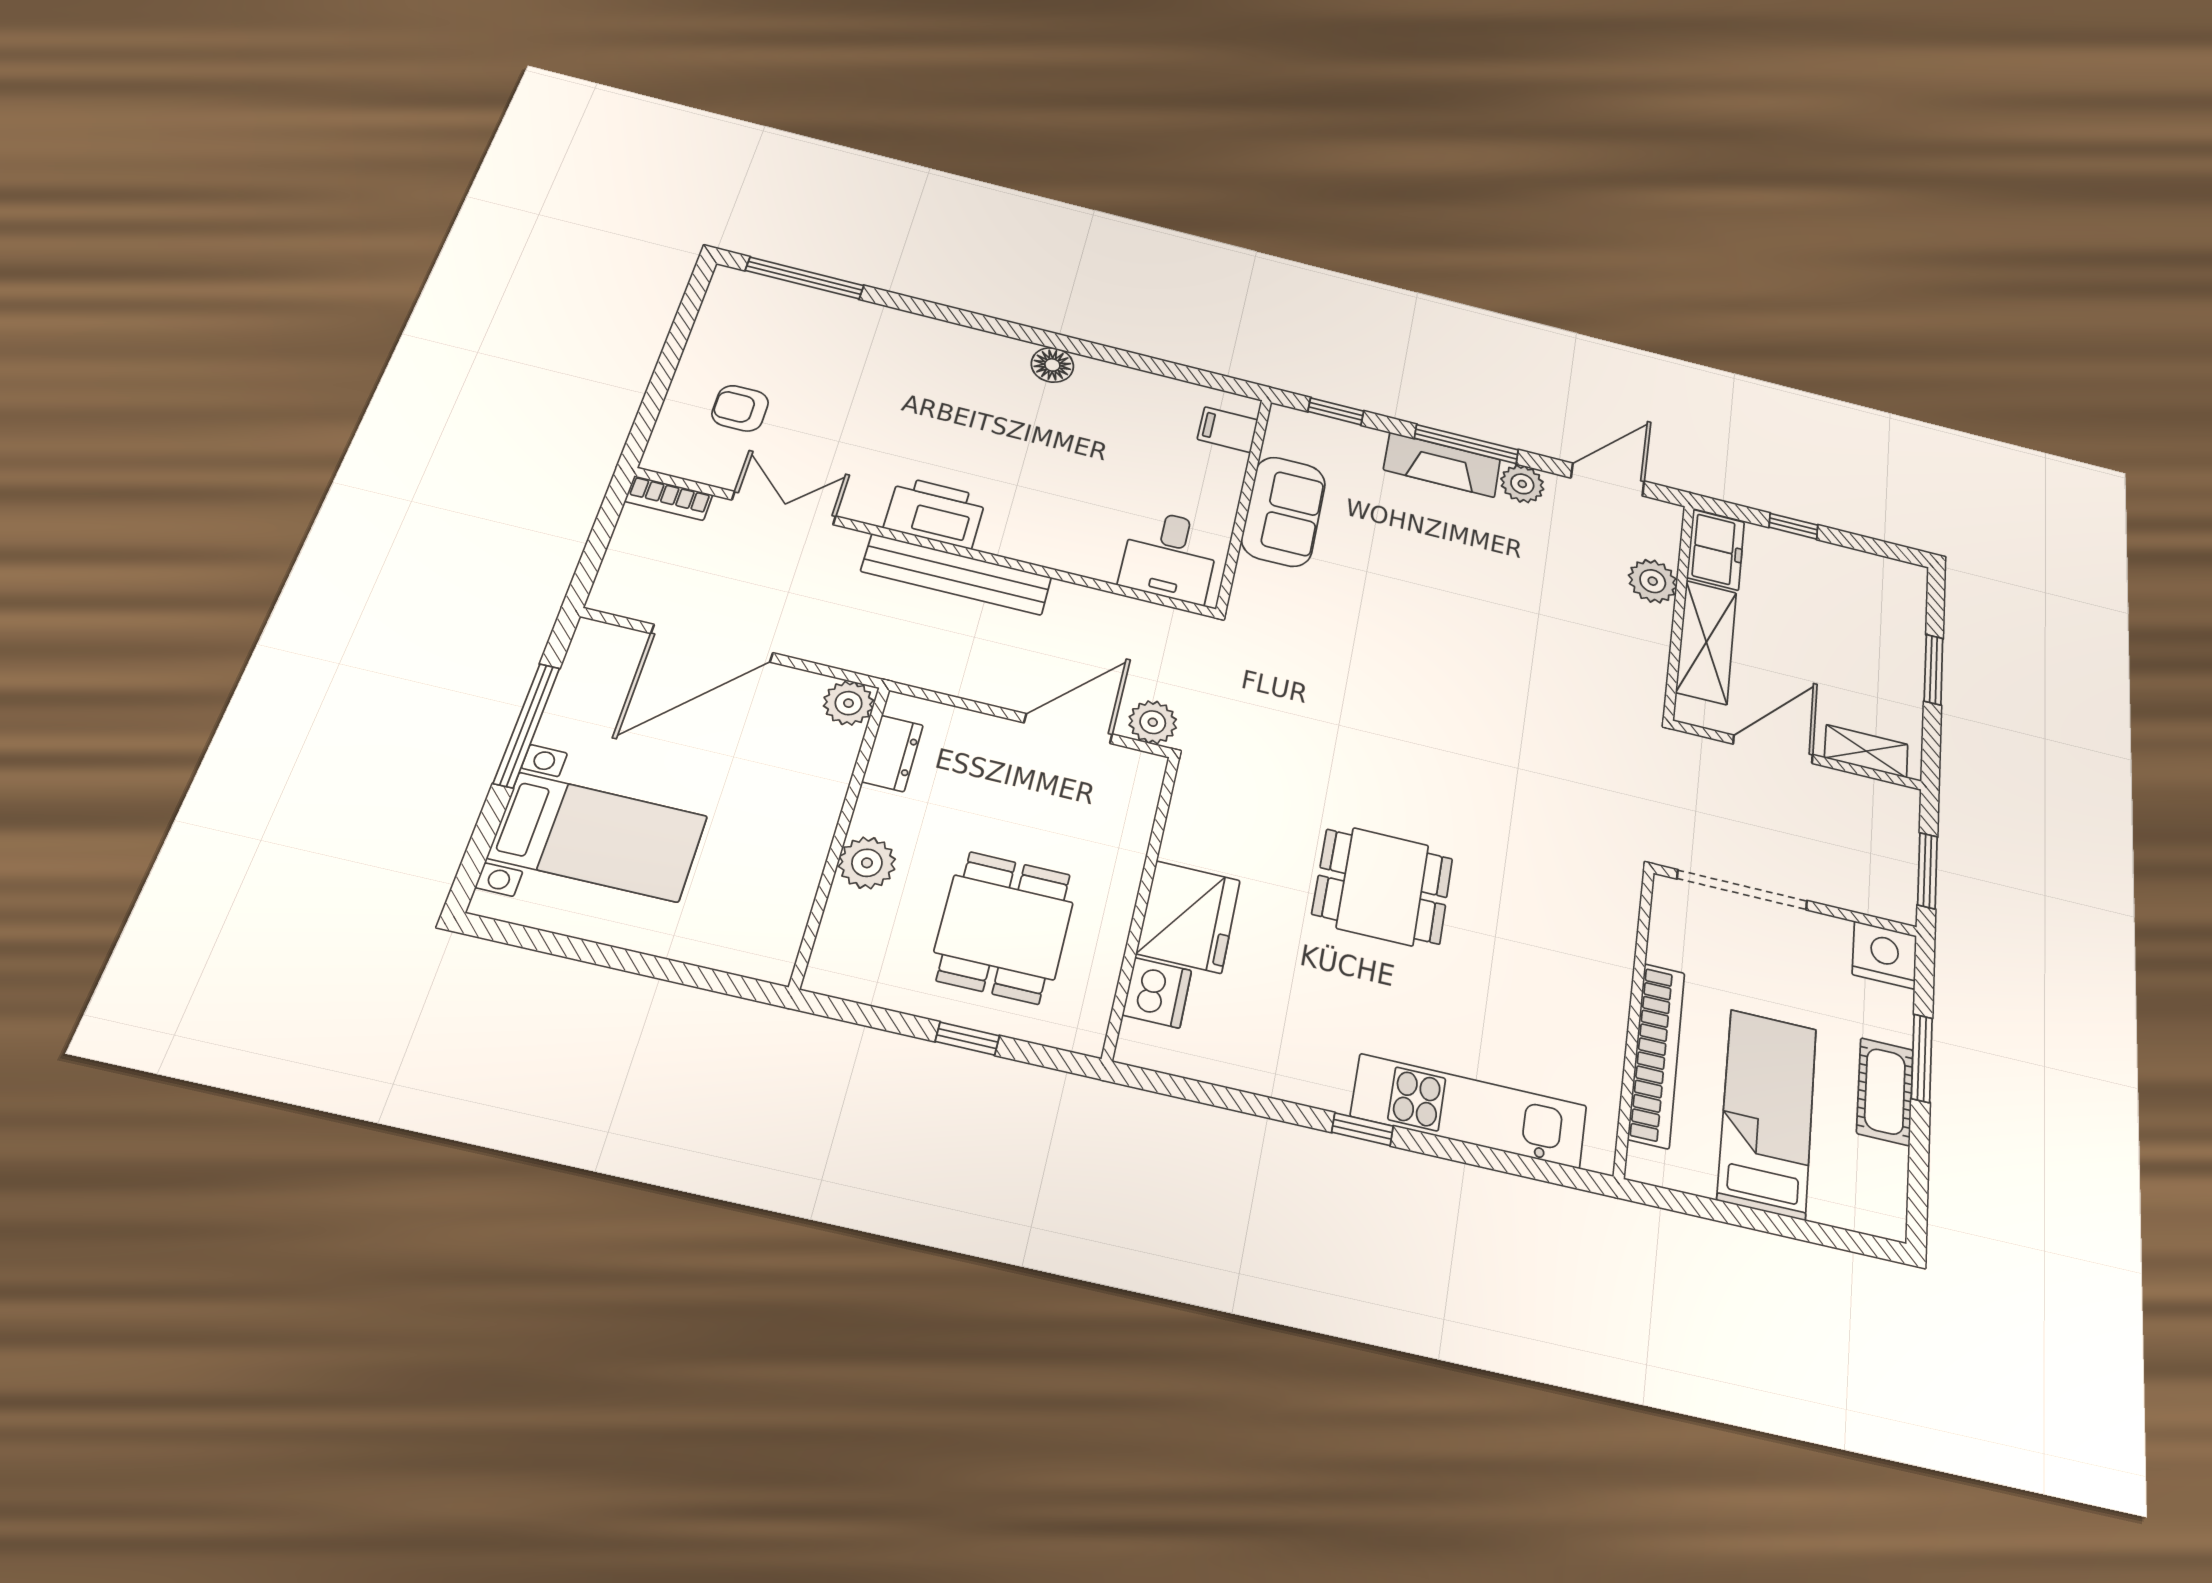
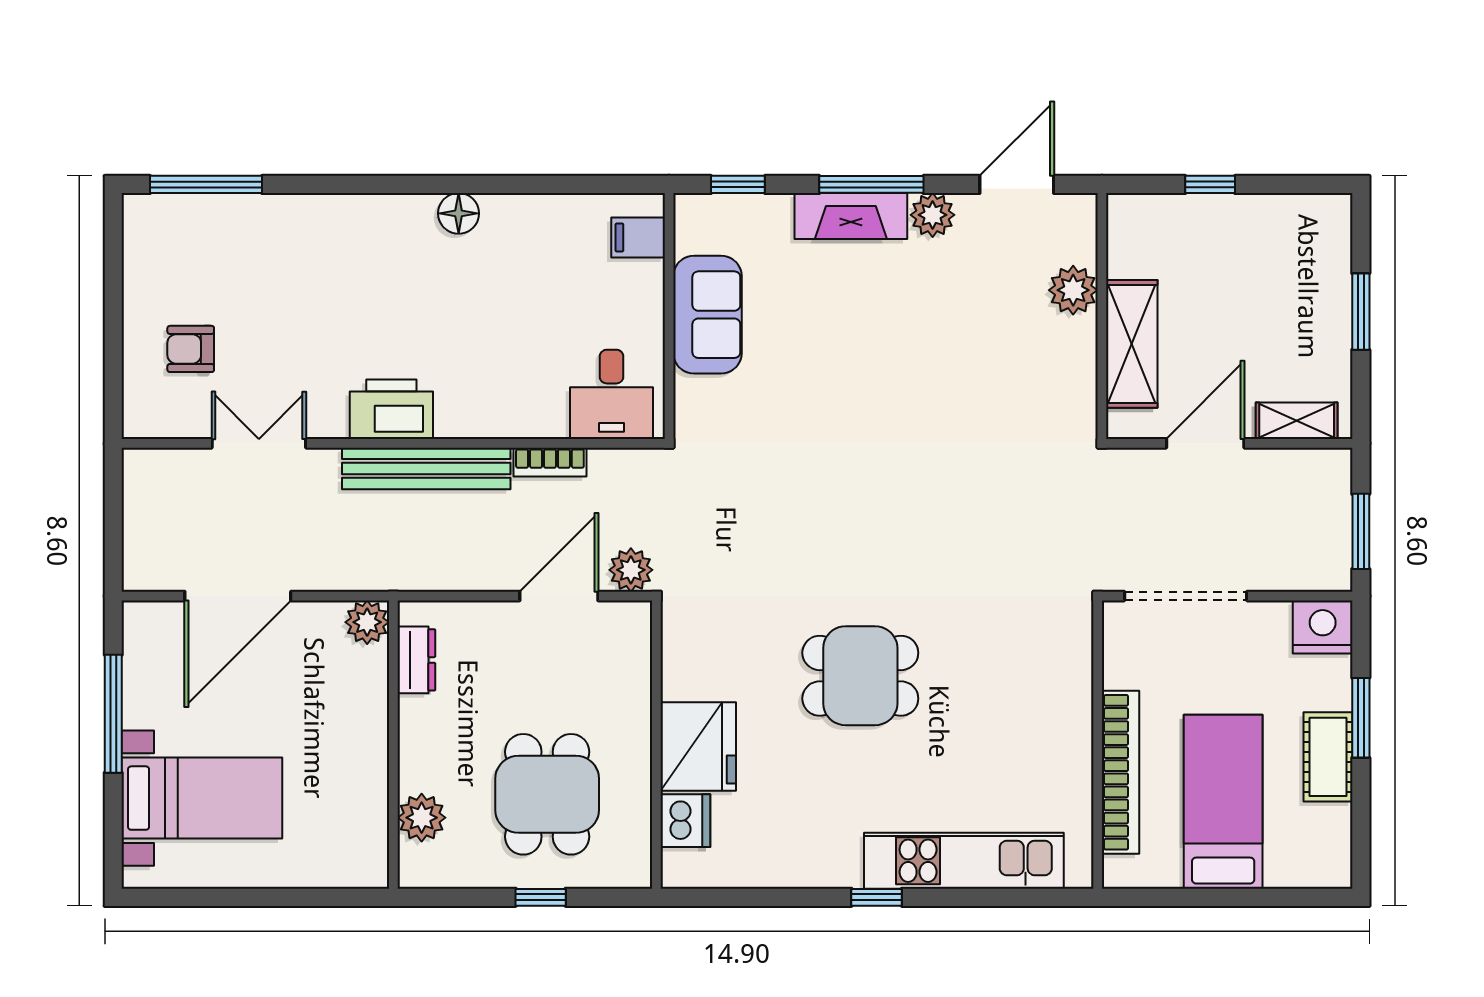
bookcase: (669, 498) -> (550, 462), moved
freezer: (1716, 550) -> (1133, 236), removed
plant: (867, 863) -> (422, 818), moved

